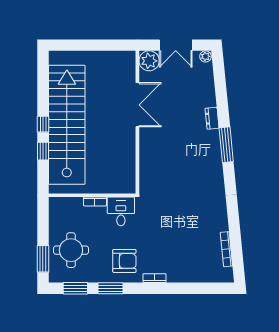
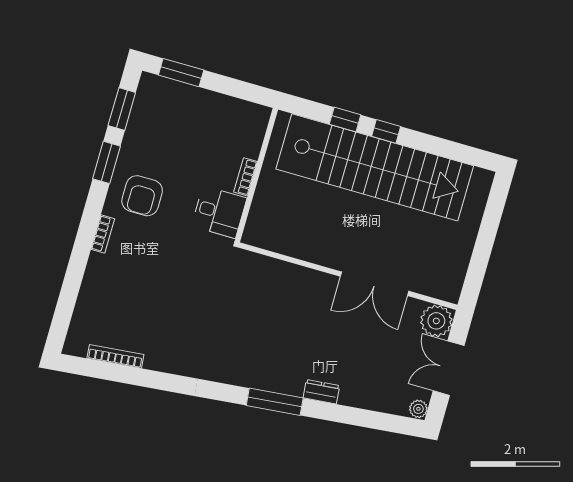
round table: (71, 250) -> (182, 119), removed

